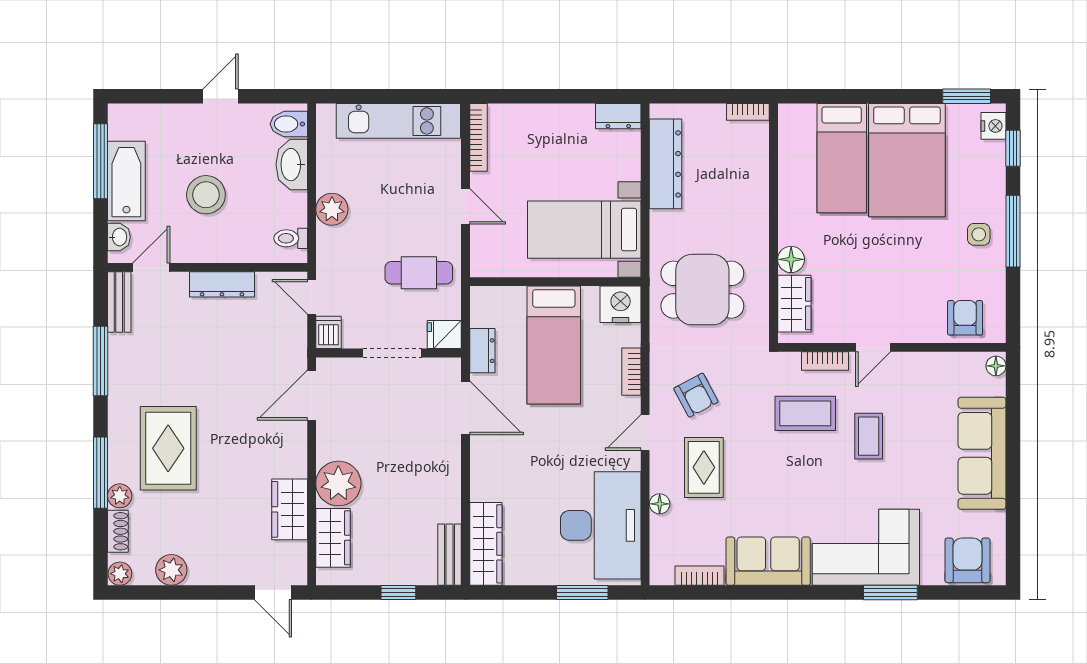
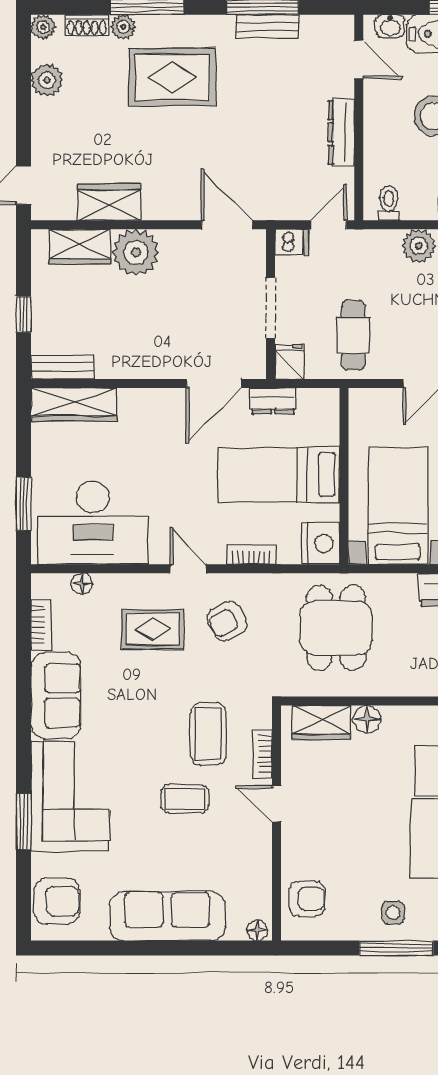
bench: (119, 302) -> (267, 26), moved
floor lamp: (660, 504) -> (82, 584), moved

